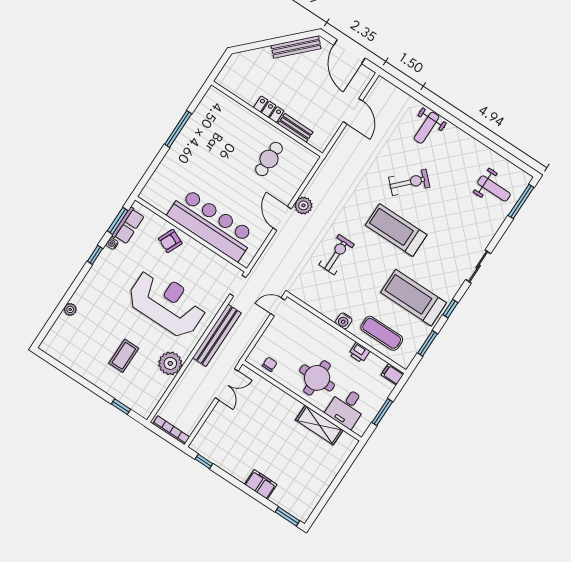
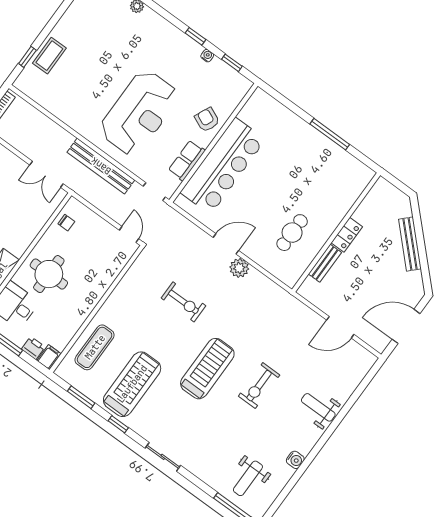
bench: (296, 47) -> (410, 244), moved
cafe table: (269, 159) -> (292, 233), turned 90
exercise bike: (409, 182) -> (259, 386), turned 46
window: (118, 221) -> (232, 63), width x0.67
row of seats: (128, 226) -> (187, 160), moved, turned 90
water cooler: (344, 321) -> (295, 460), moved, turned 180
printer: (359, 353) -> (33, 348), moved, turned 90
coffee table: (124, 356) -> (49, 56), moved, turned 90
plant: (170, 363) -> (72, 113), removed

